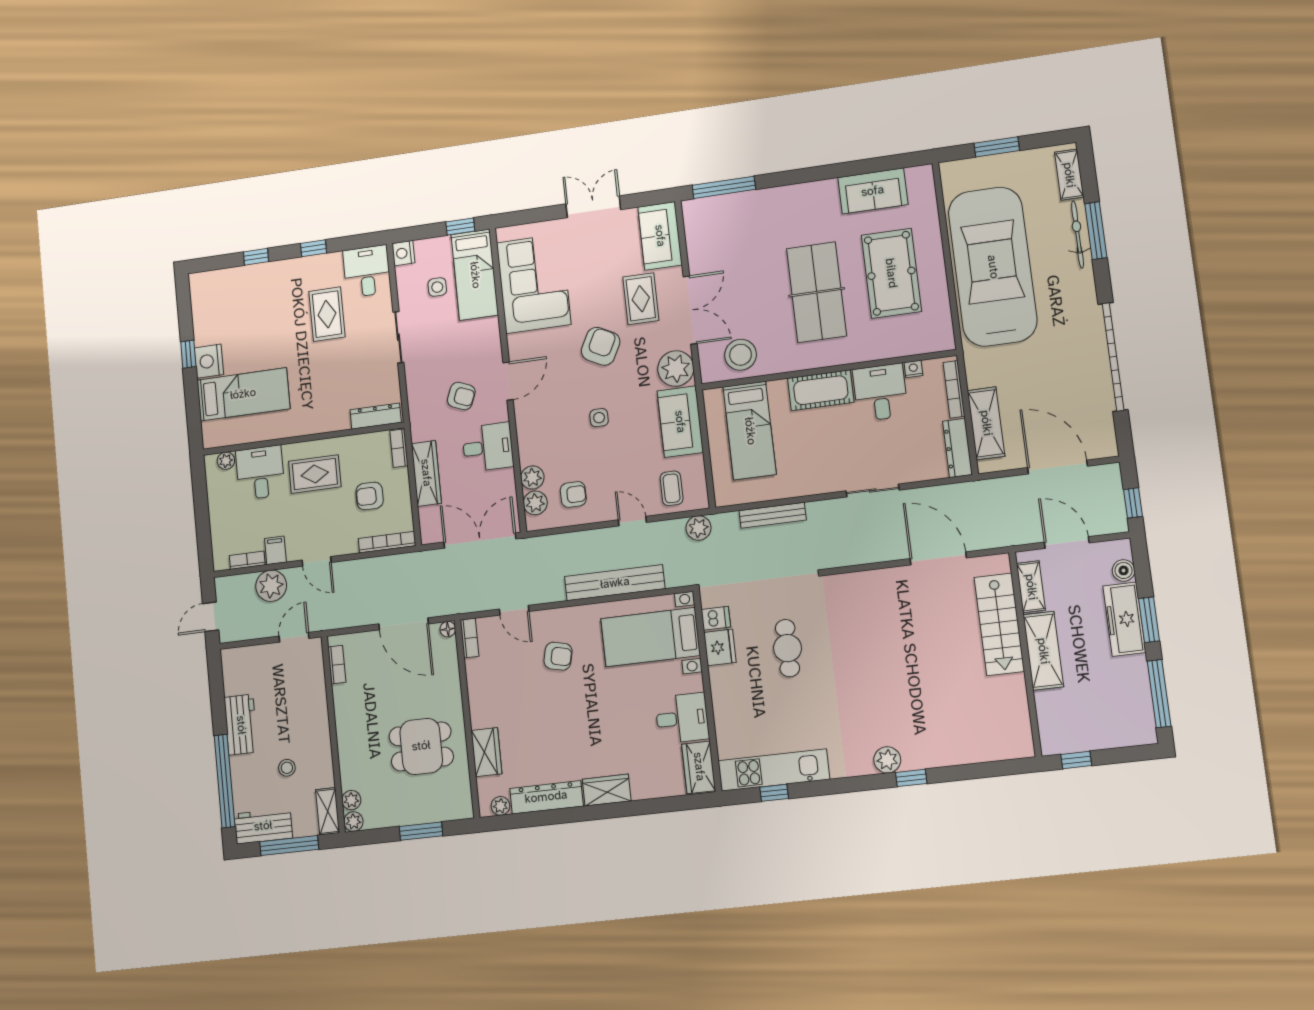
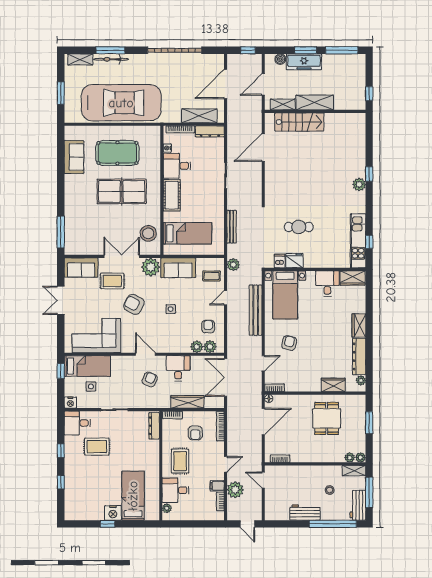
car: (993, 267) -> (121, 103), turned 180

